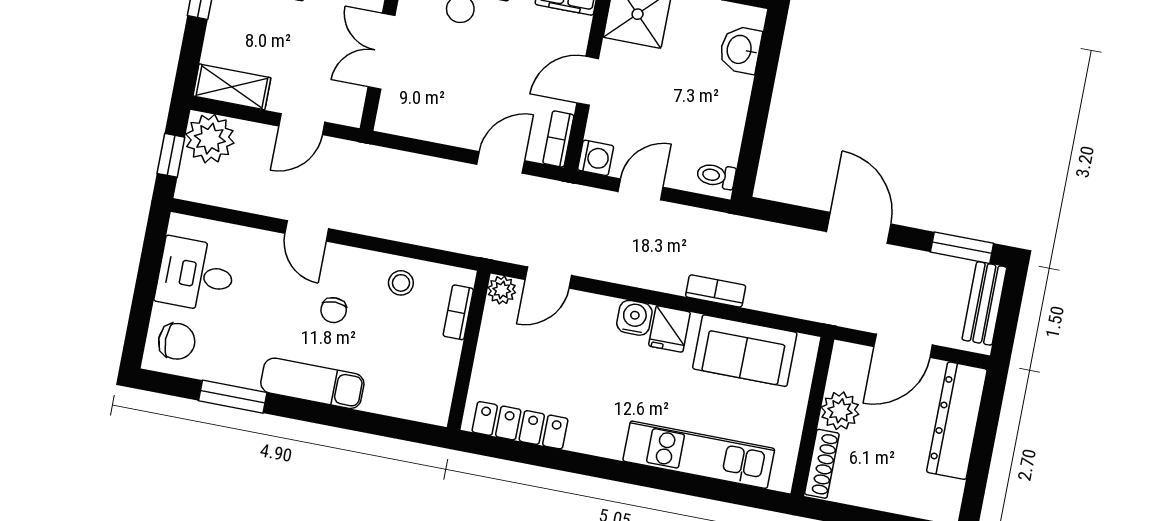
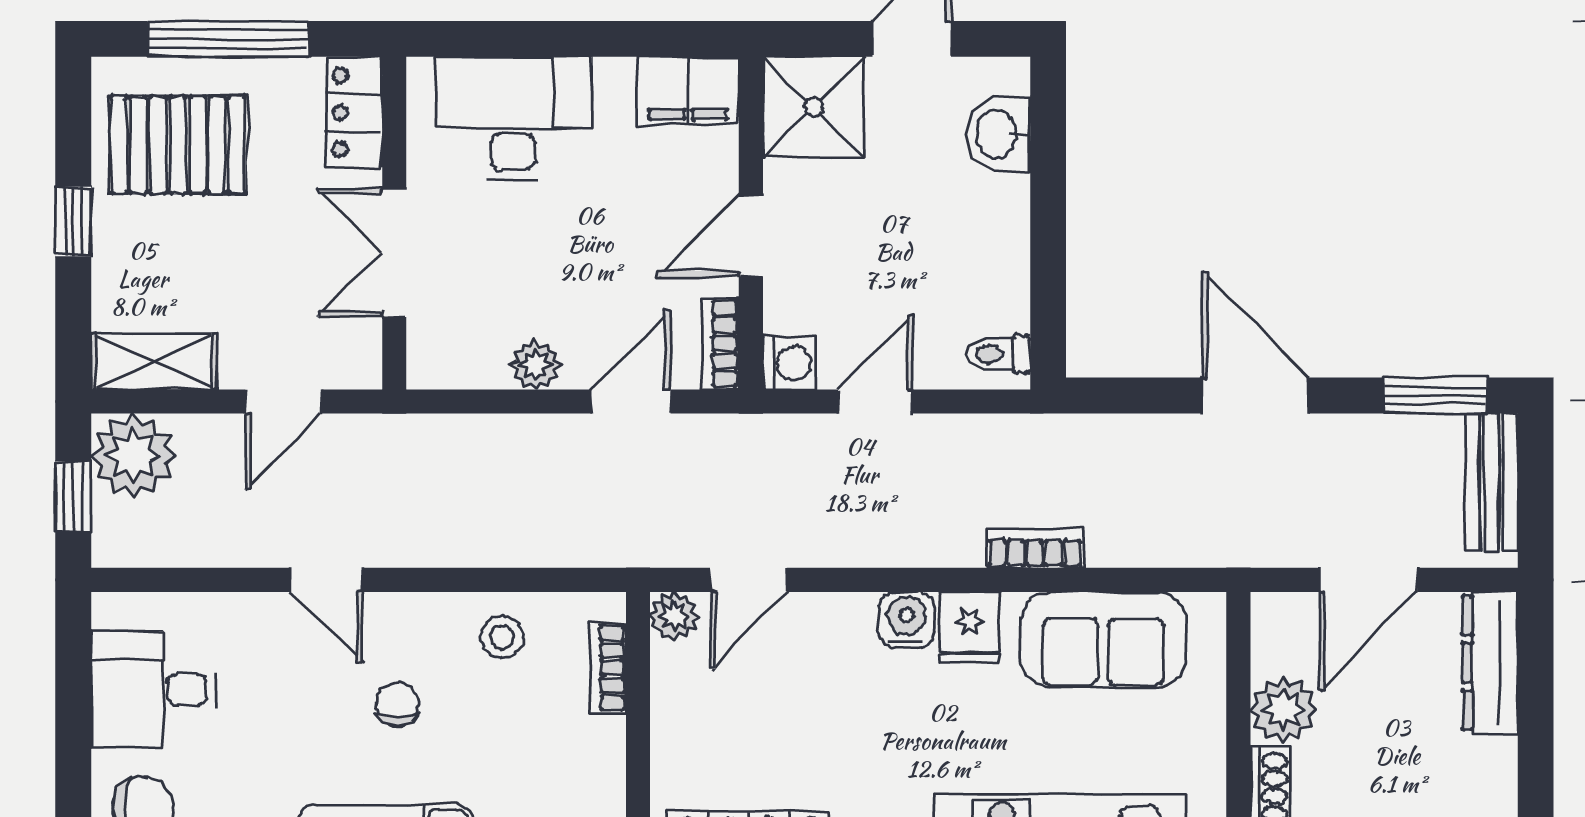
plant: (450, 131) -> (535, 365), added
chair: (334, 310) -> (397, 704), turned 180
dresser: (957, 421) -> (1490, 663), width x0.73, depth x0.80

